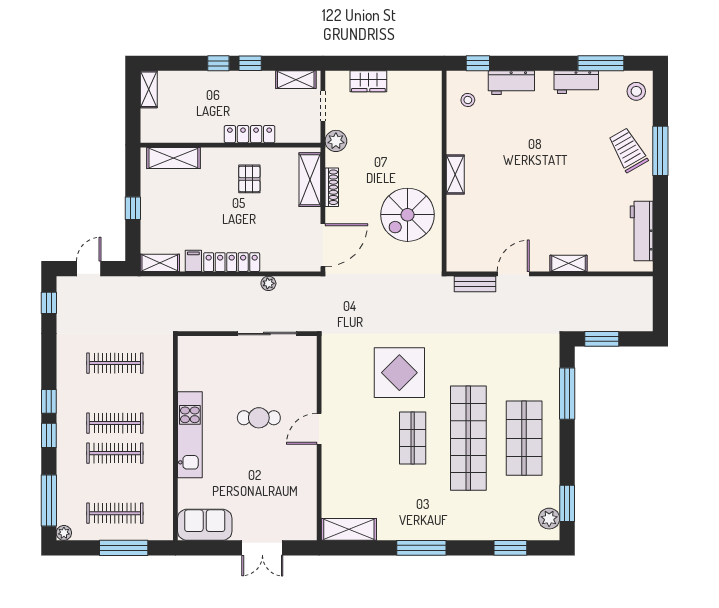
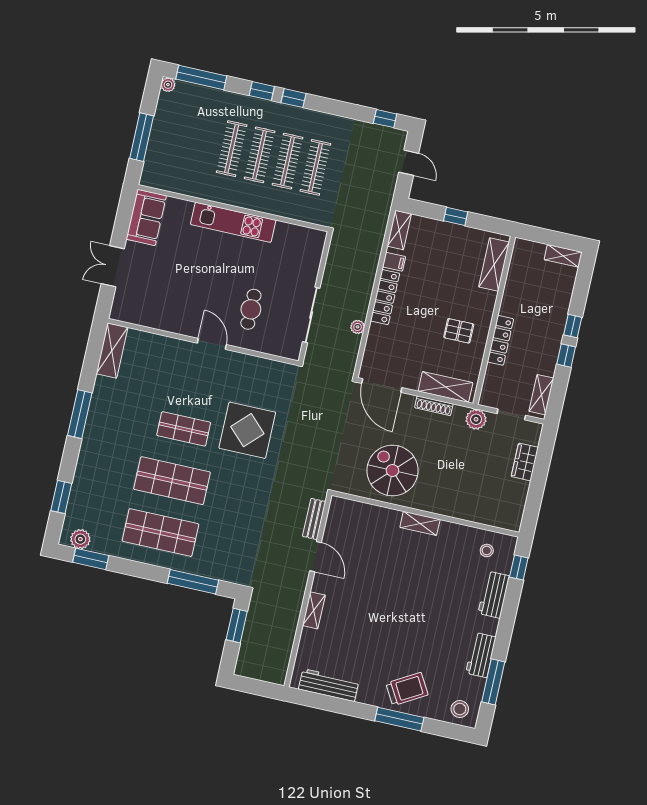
cafe table: (259, 418) -> (251, 309), moved
shop shelf: (468, 438) -> (172, 481), width x0.71
clothes rail: (115, 513) -> (287, 161), moved

